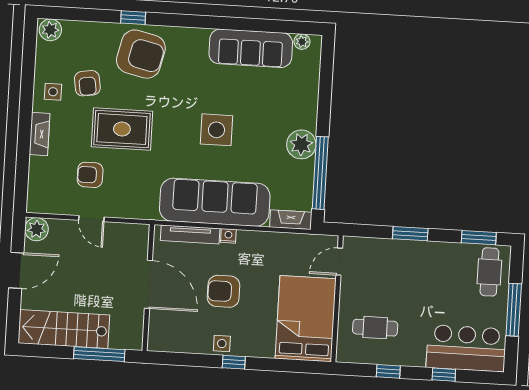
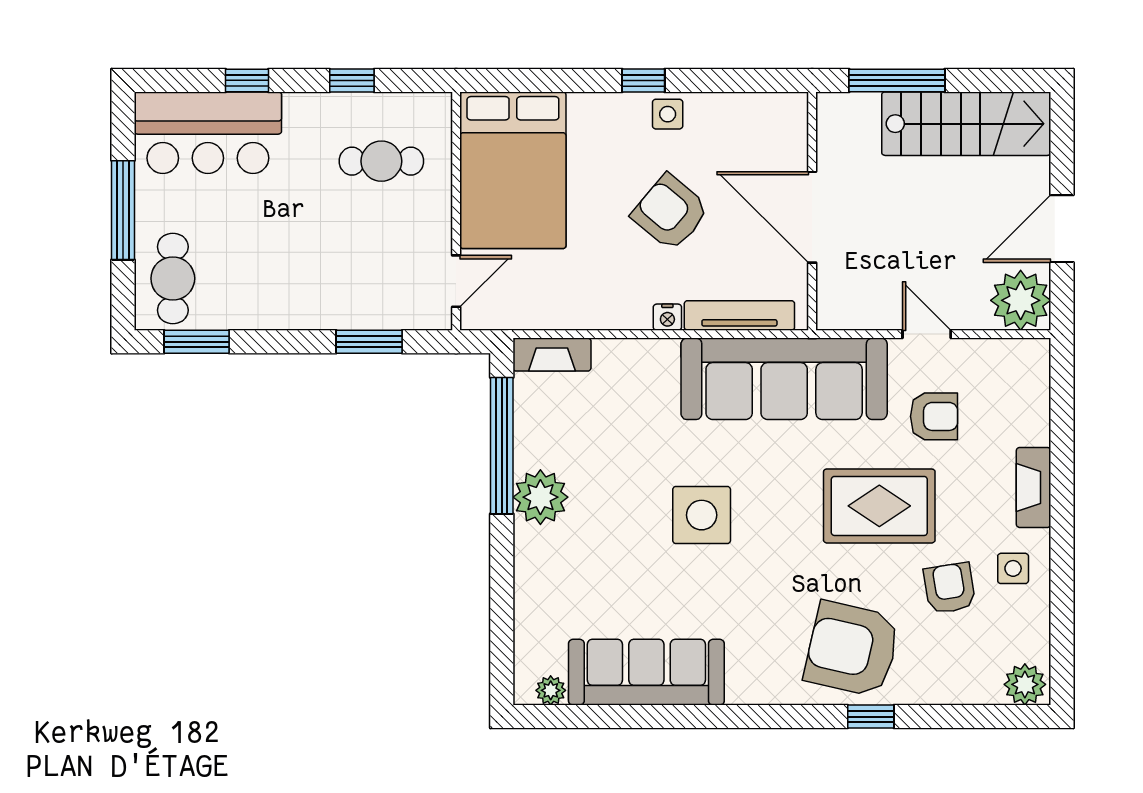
sofa: (215, 202) -> (784, 379), moved
plant: (36, 229) -> (1021, 300), width x1.36, depth x1.36
window: (410, 234) -> (369, 342), moved
armchair: (224, 291) -> (670, 212), turned -140

